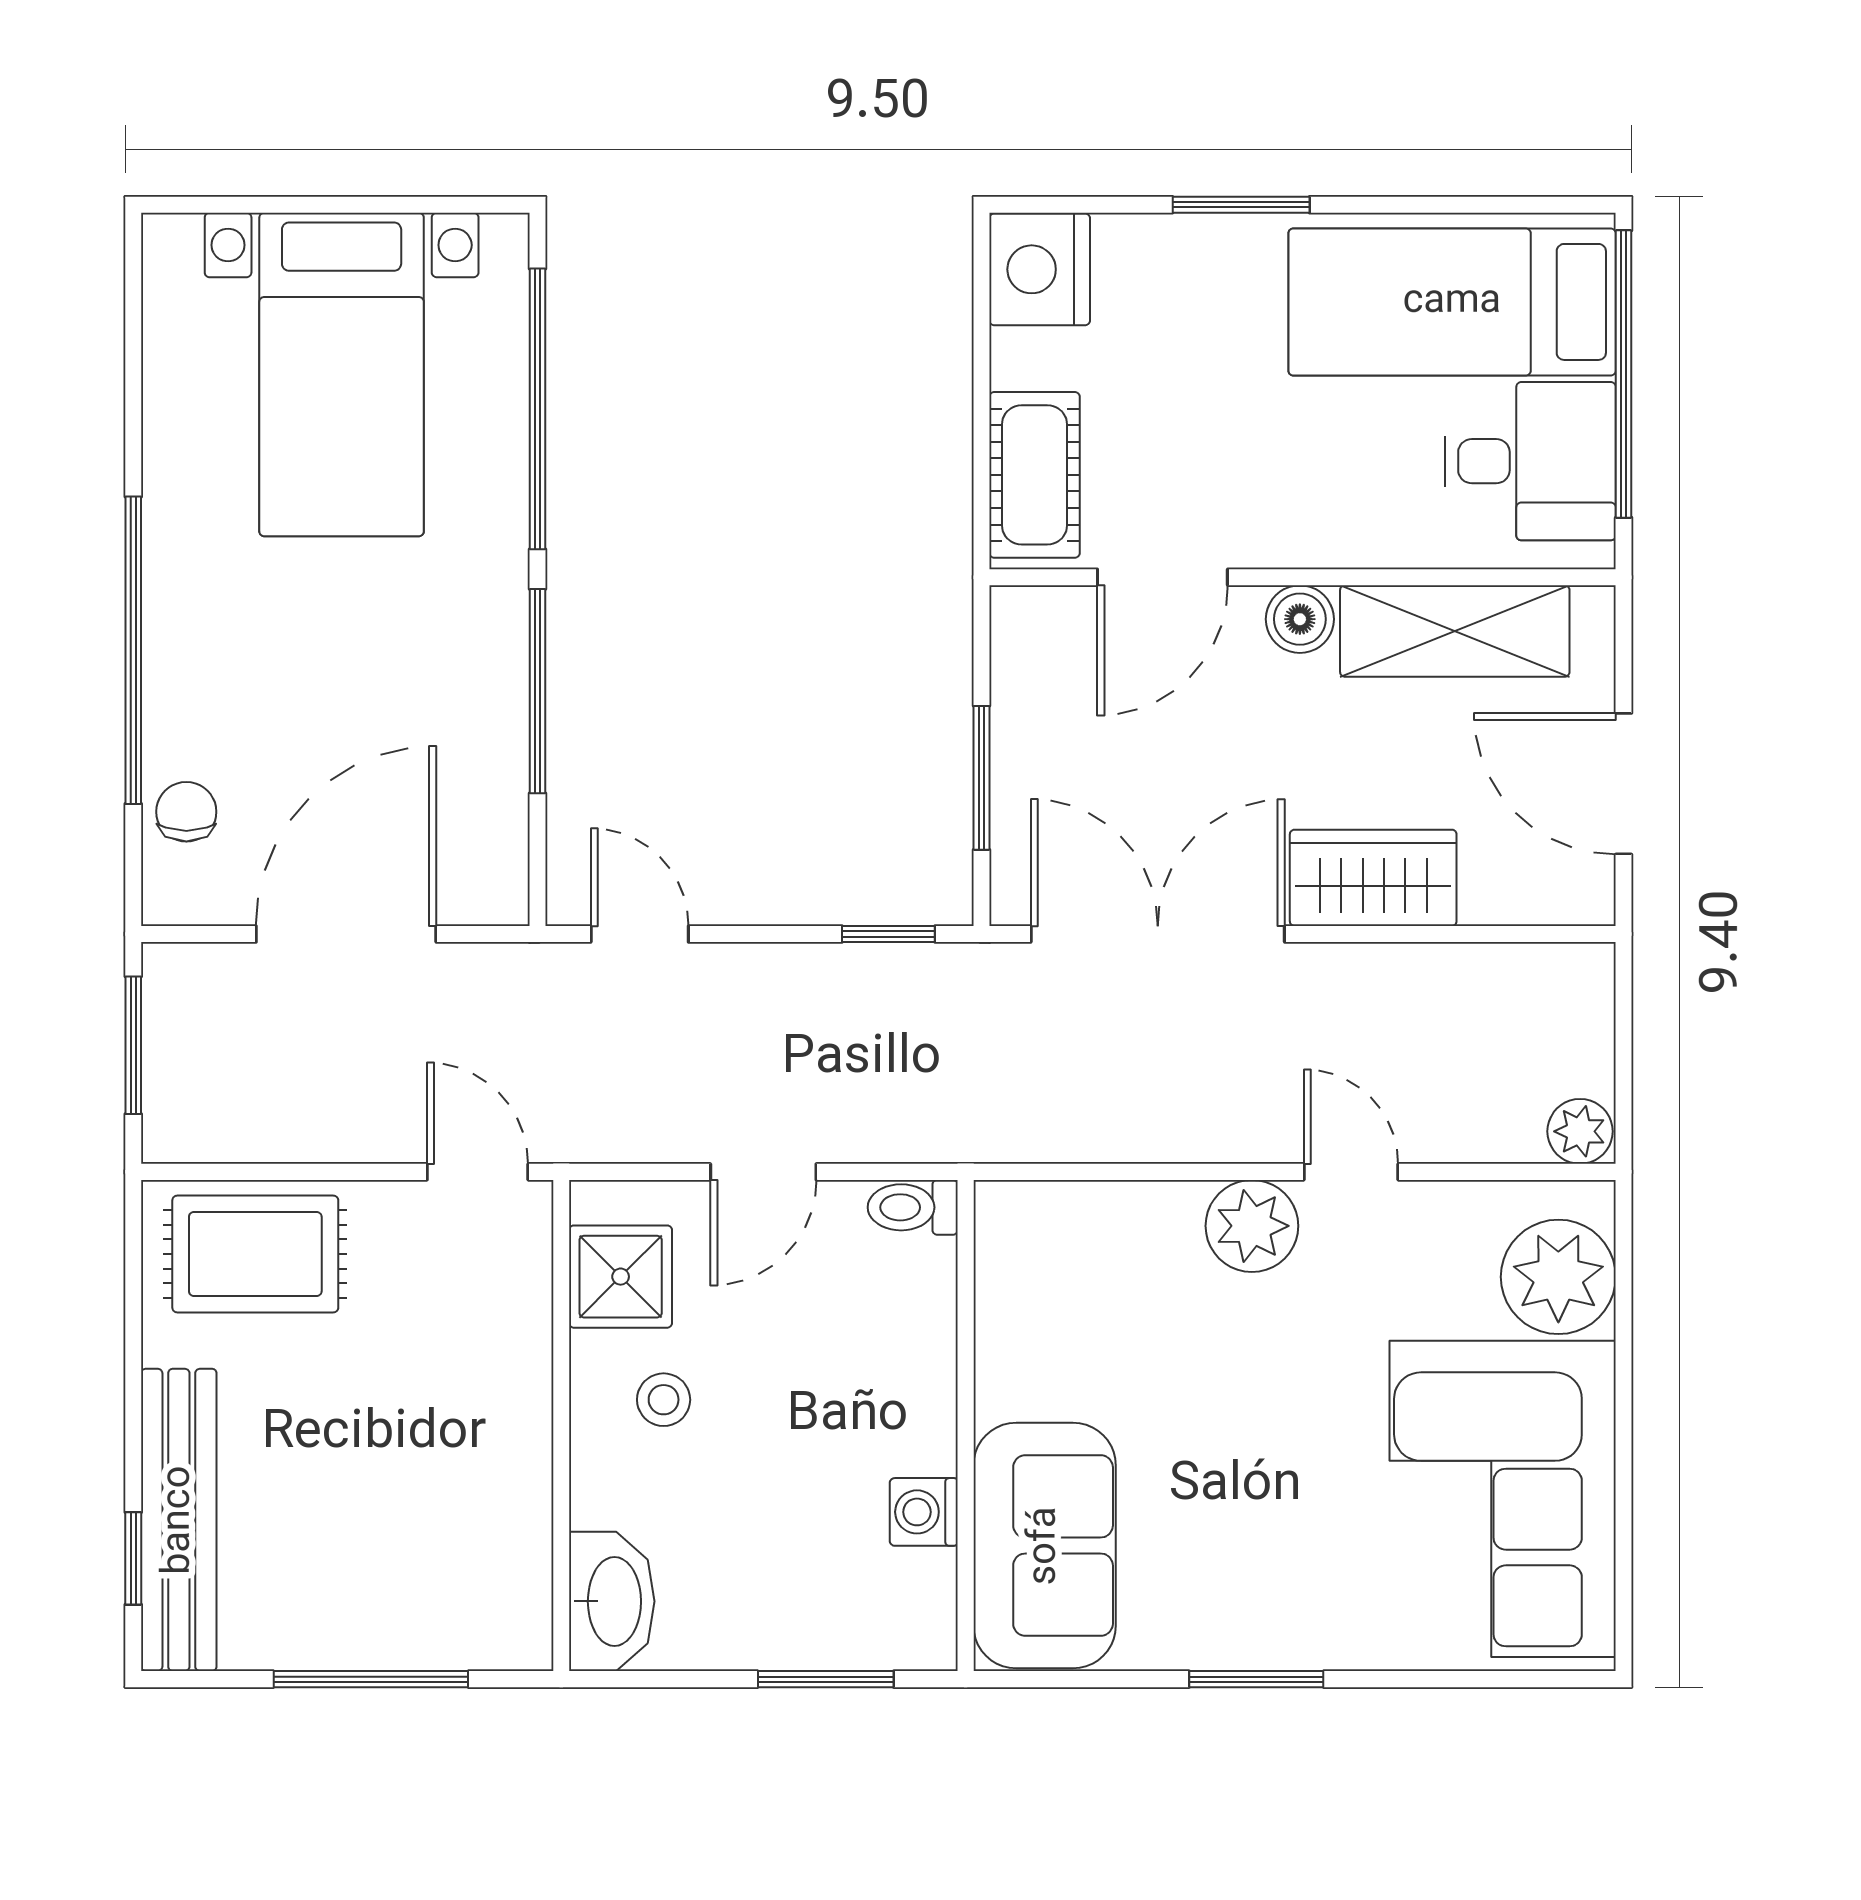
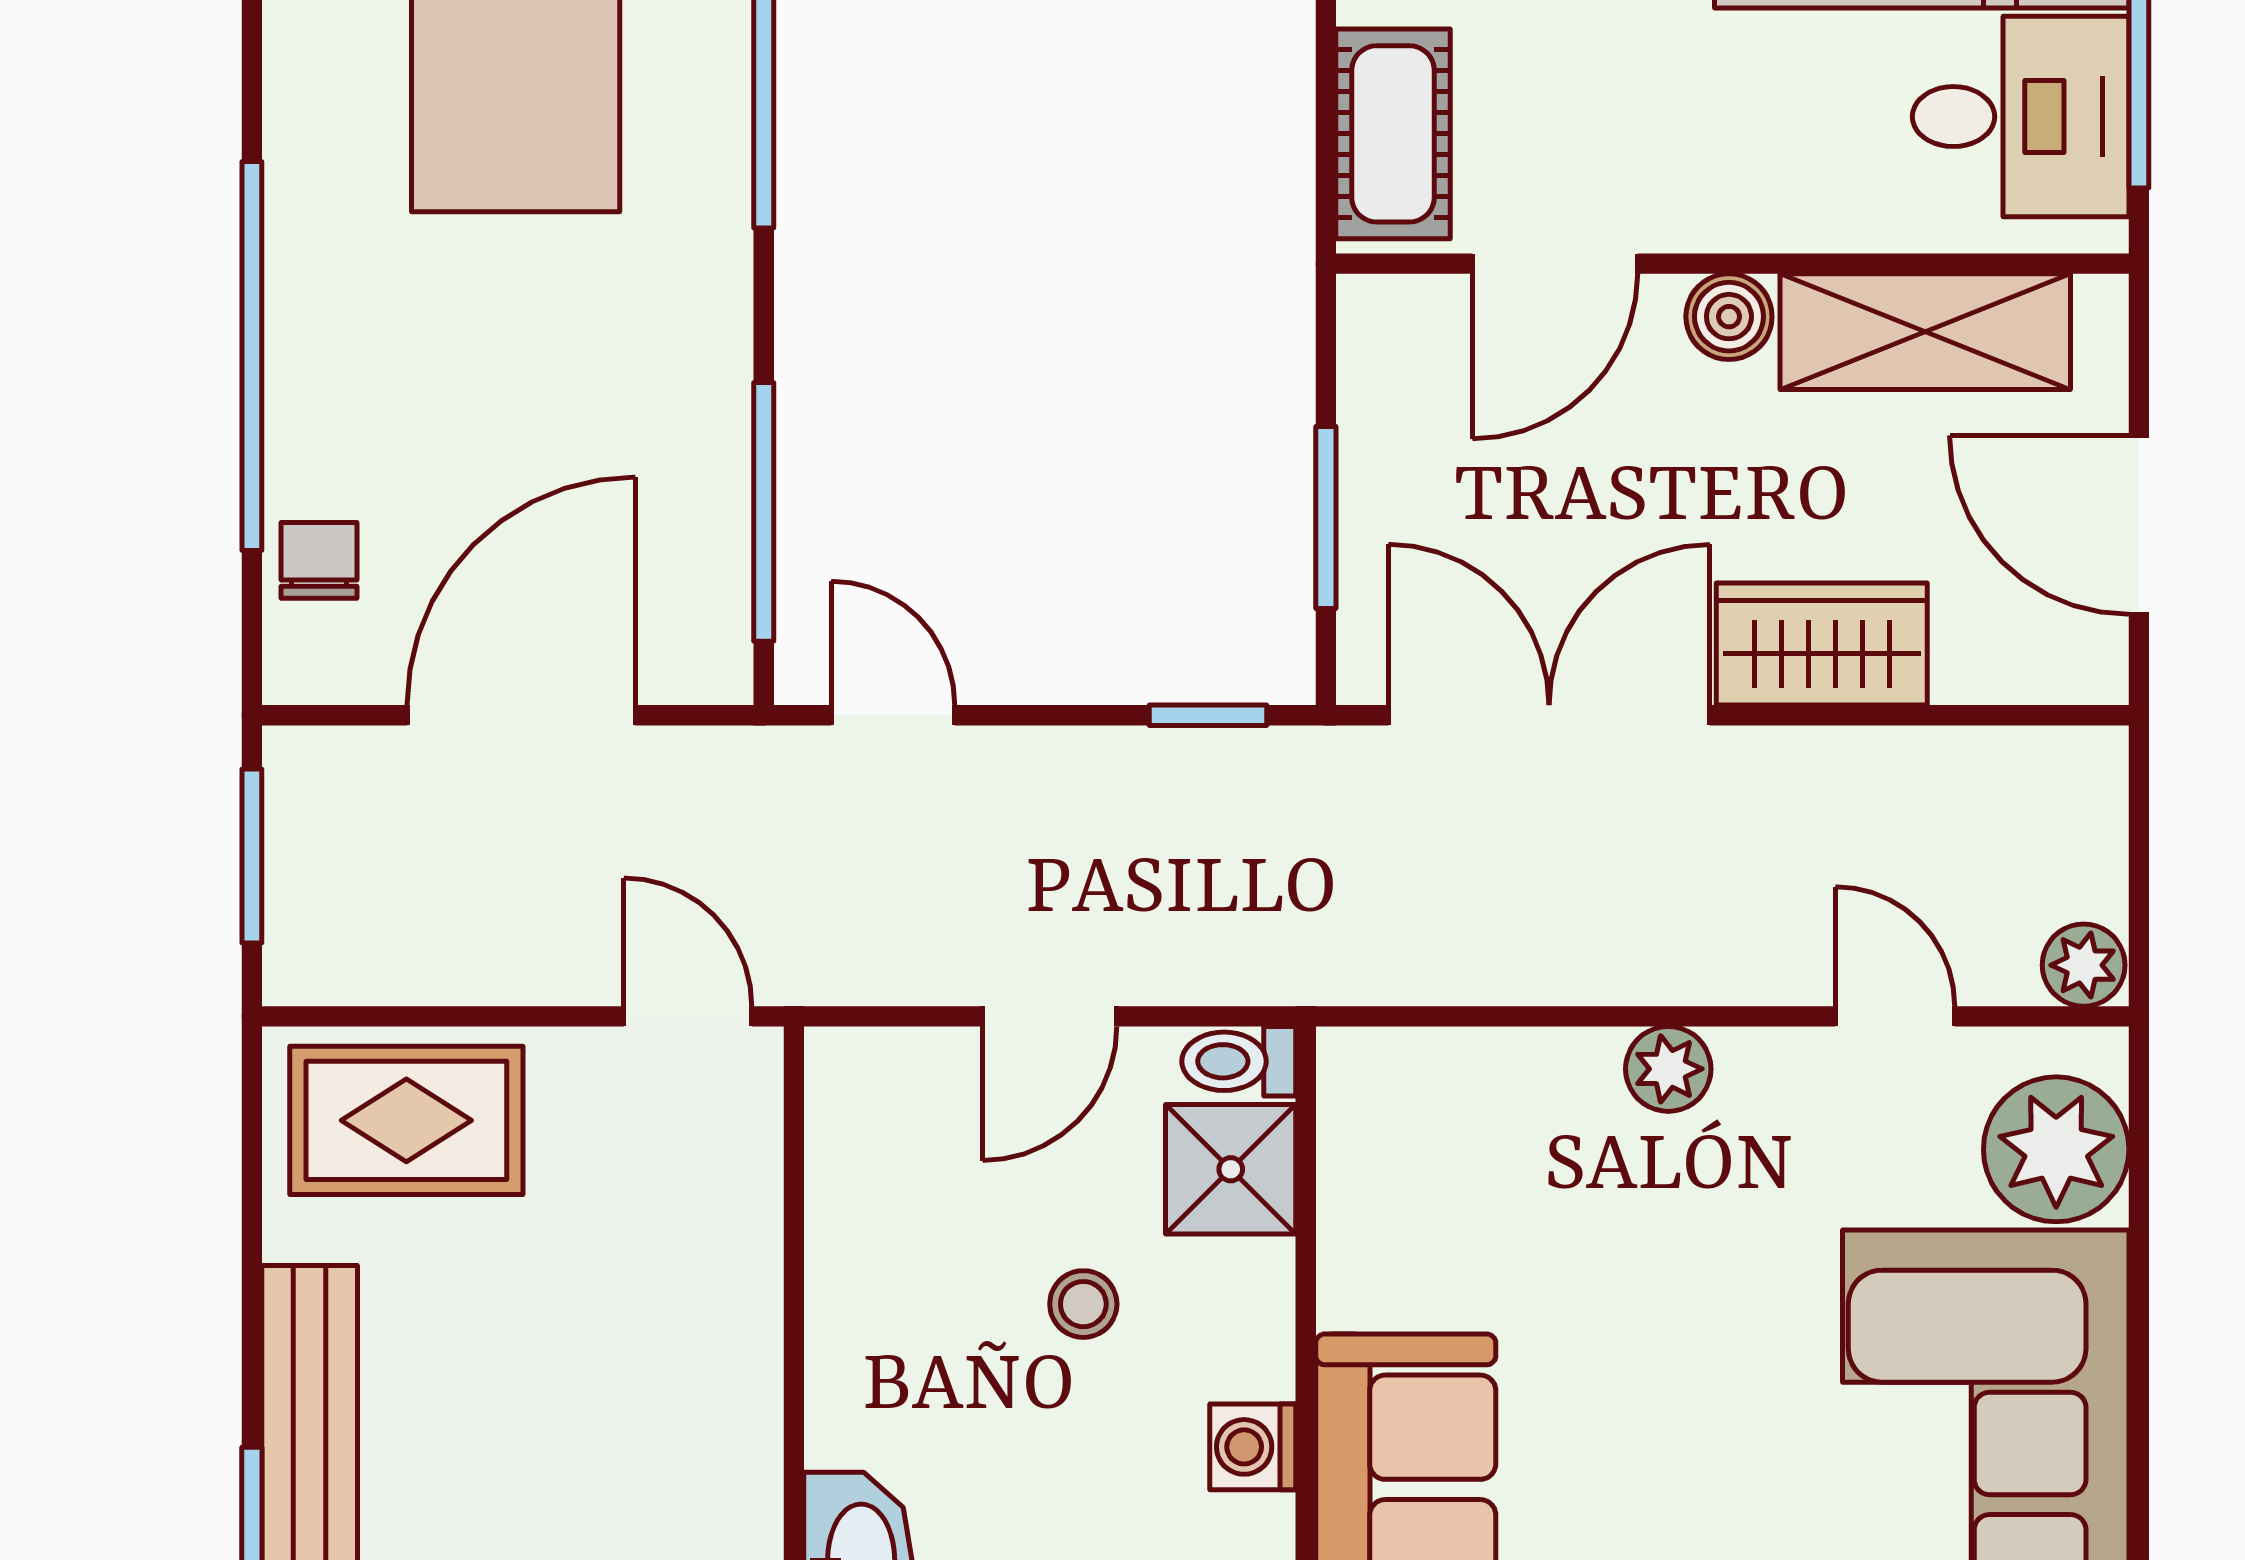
window: (538, 691) -> (764, 512), moved
door: (1351, 1172) -> (1895, 1016), moved
plant: (1252, 1226) -> (1668, 1069), width x0.73, depth x0.73
shower: (621, 1277) -> (1231, 1169), moved
stool: (664, 1400) -> (1083, 1304), moved

